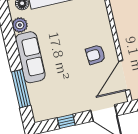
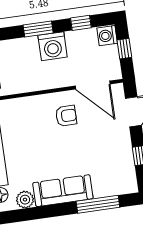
armchair: (95, 55) -> (66, 116), turned -86

